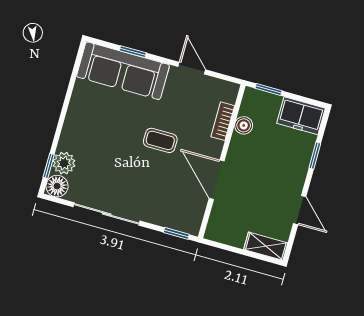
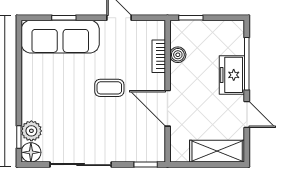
freezer: (301, 116) -> (232, 75), moved, turned 90
window: (315, 156) -> (247, 64), width x2.17
shelving: (266, 246) -> (217, 151), width x1.50, depth x1.33

